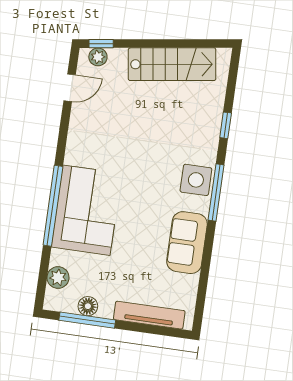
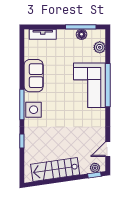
tv unit: (149, 315) -> (43, 34), width x0.71

